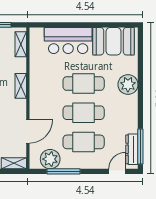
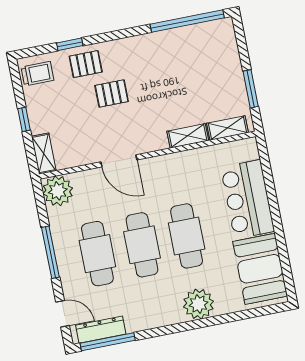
shelving: (21, 86) -> (188, 136), moved
door: (28, 131) -> (119, 161), moved
plant: (50, 159) -> (58, 191), moved
window: (63, 171) -> (50, 252), moved

